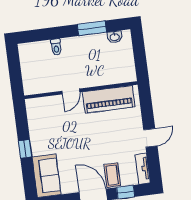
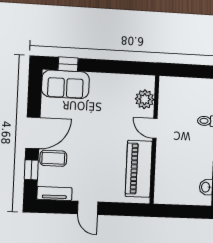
plant: (47, 105) -> (145, 99), added
window: (25, 149) -> (68, 64), moved

